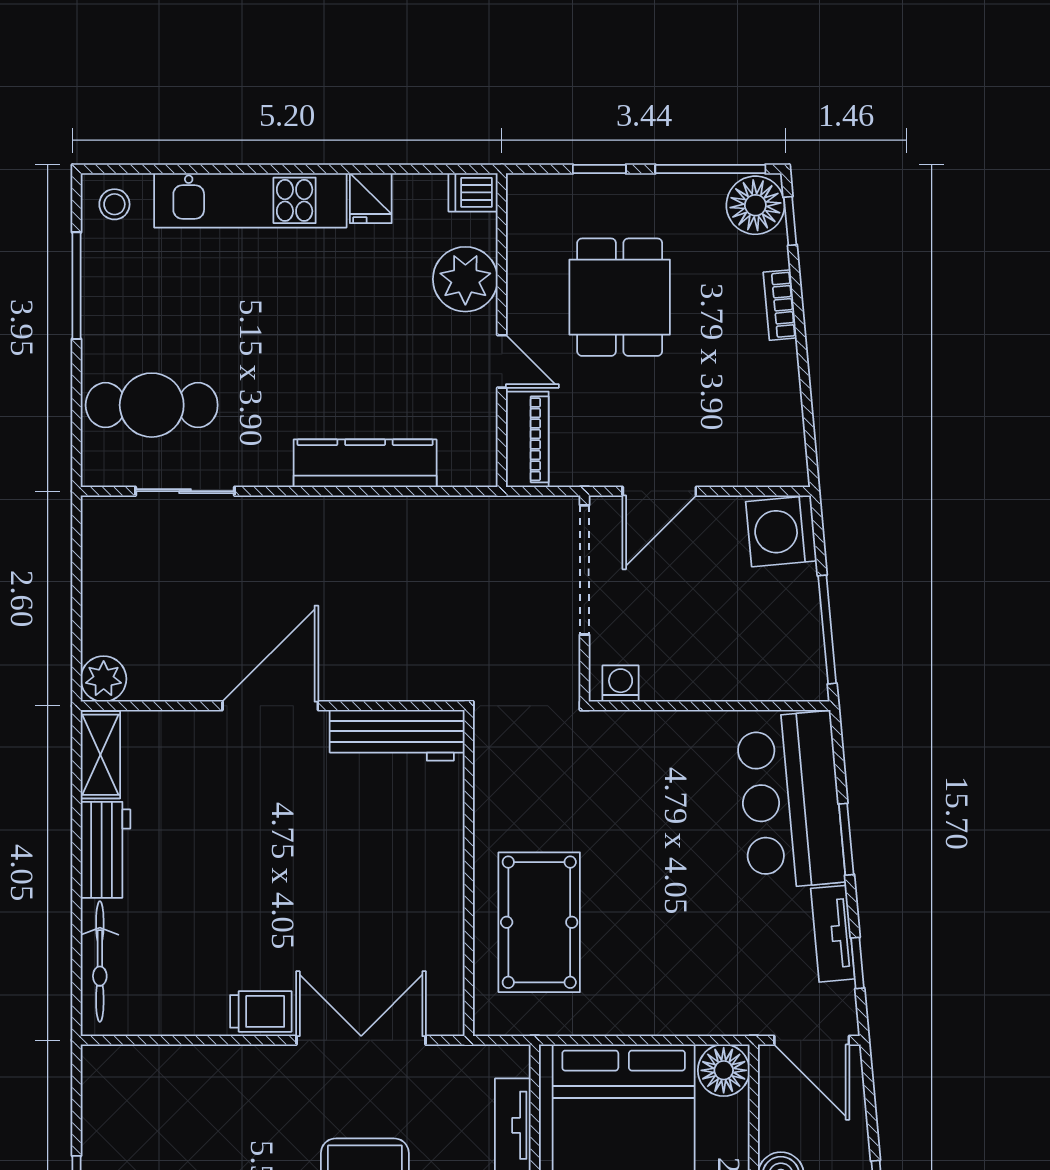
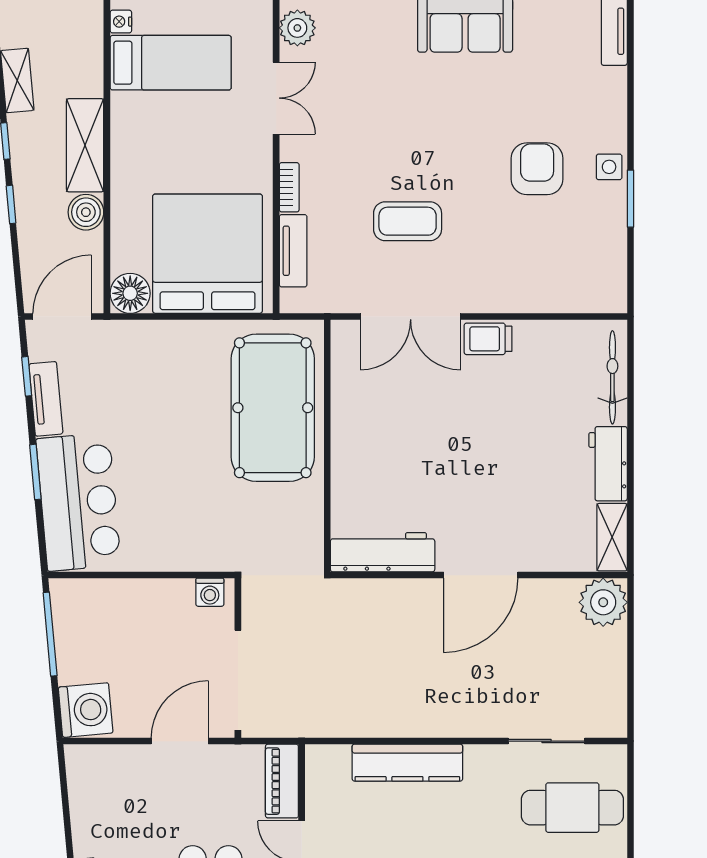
plant: (104, 679) -> (603, 602), width x1.36, depth x1.36
pool table: (539, 922) -> (273, 408), width x1.36, depth x1.32
door: (812, 1040) -> (62, 316), hinge flipped

